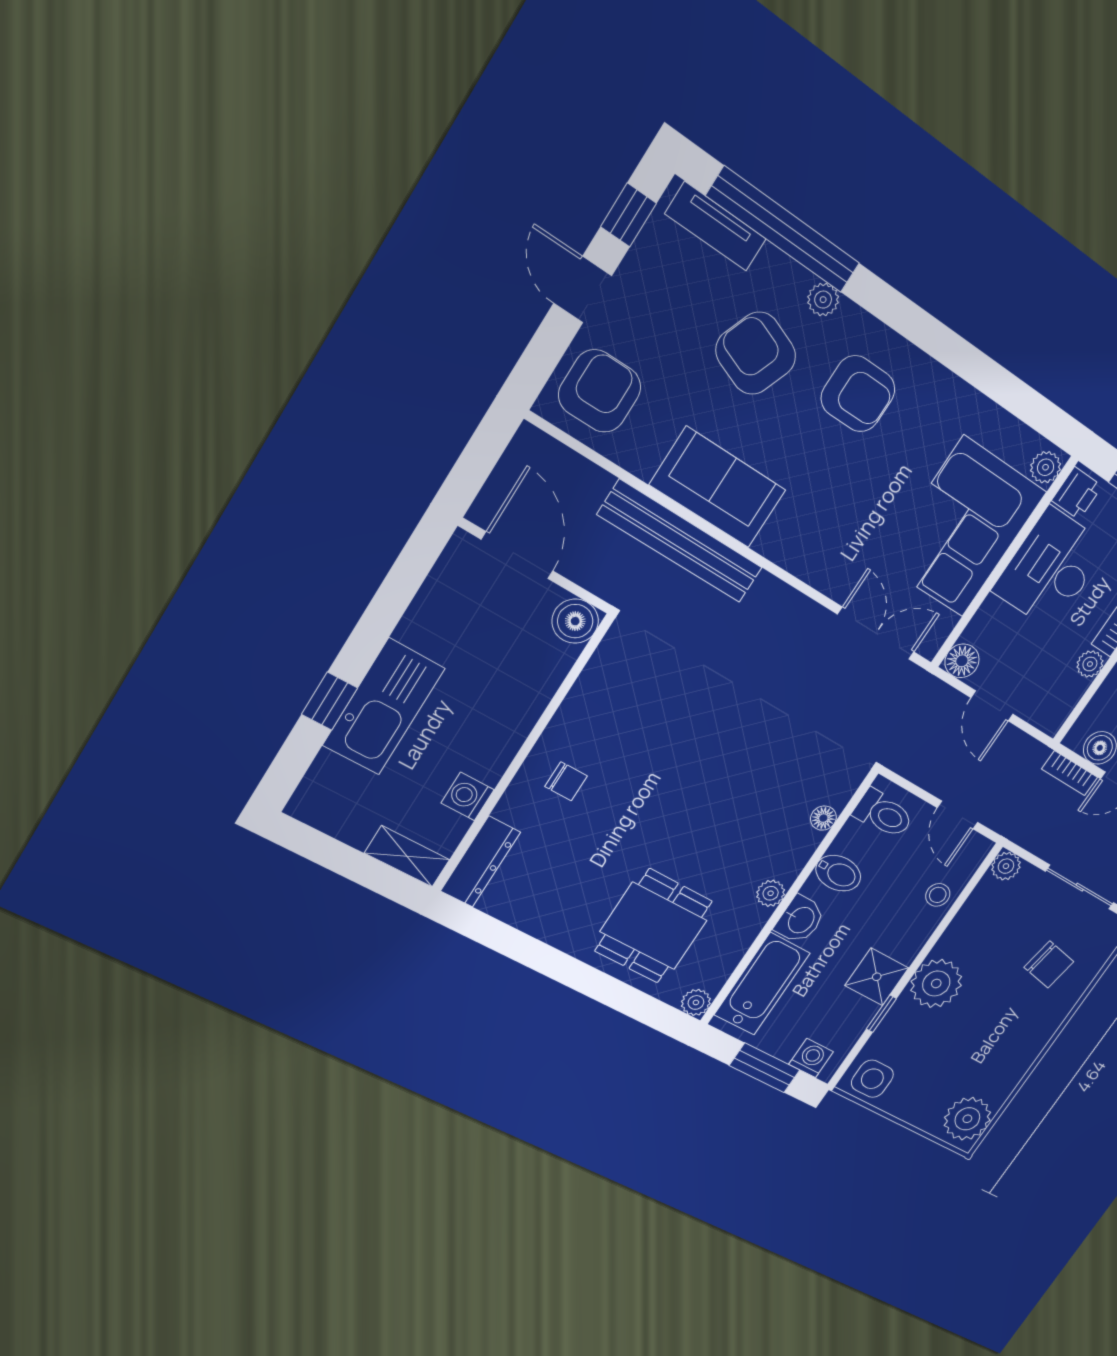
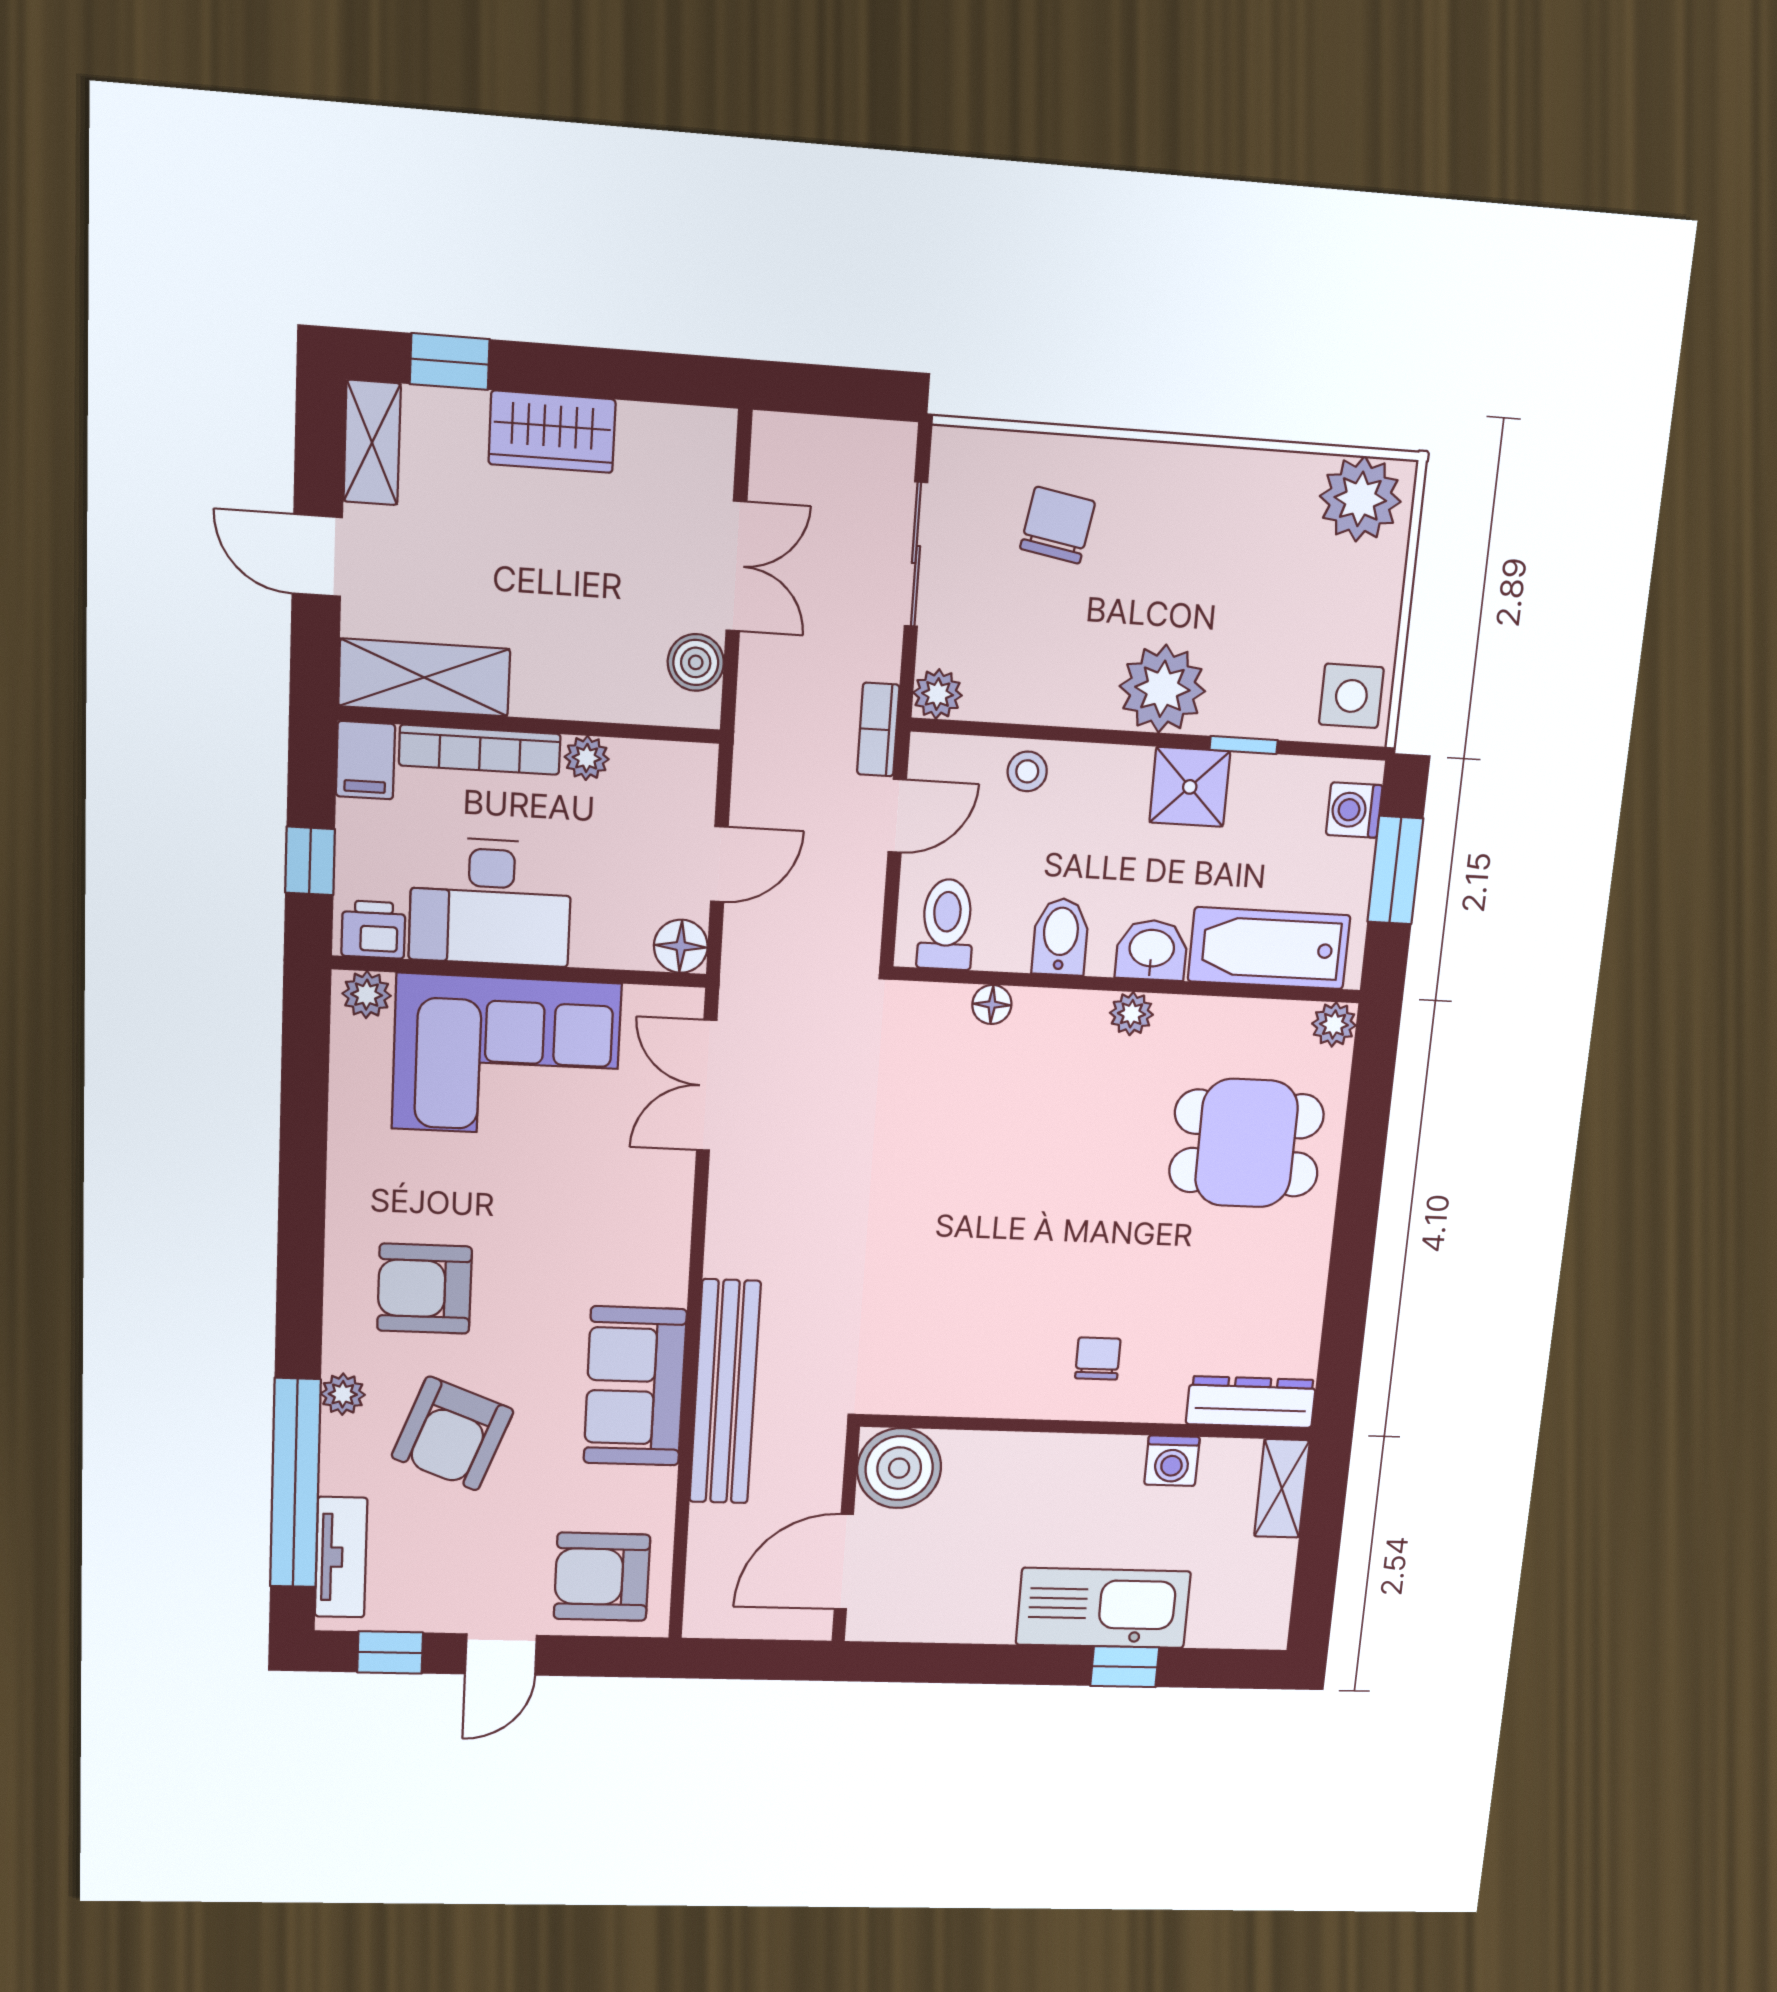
armchair: (858, 394) -> (425, 1289), turned -90
boiler: (575, 621) -> (899, 1468), width x1.37, depth x1.37
bookcase: (1070, 773) -> (878, 730), moved, turned 180

